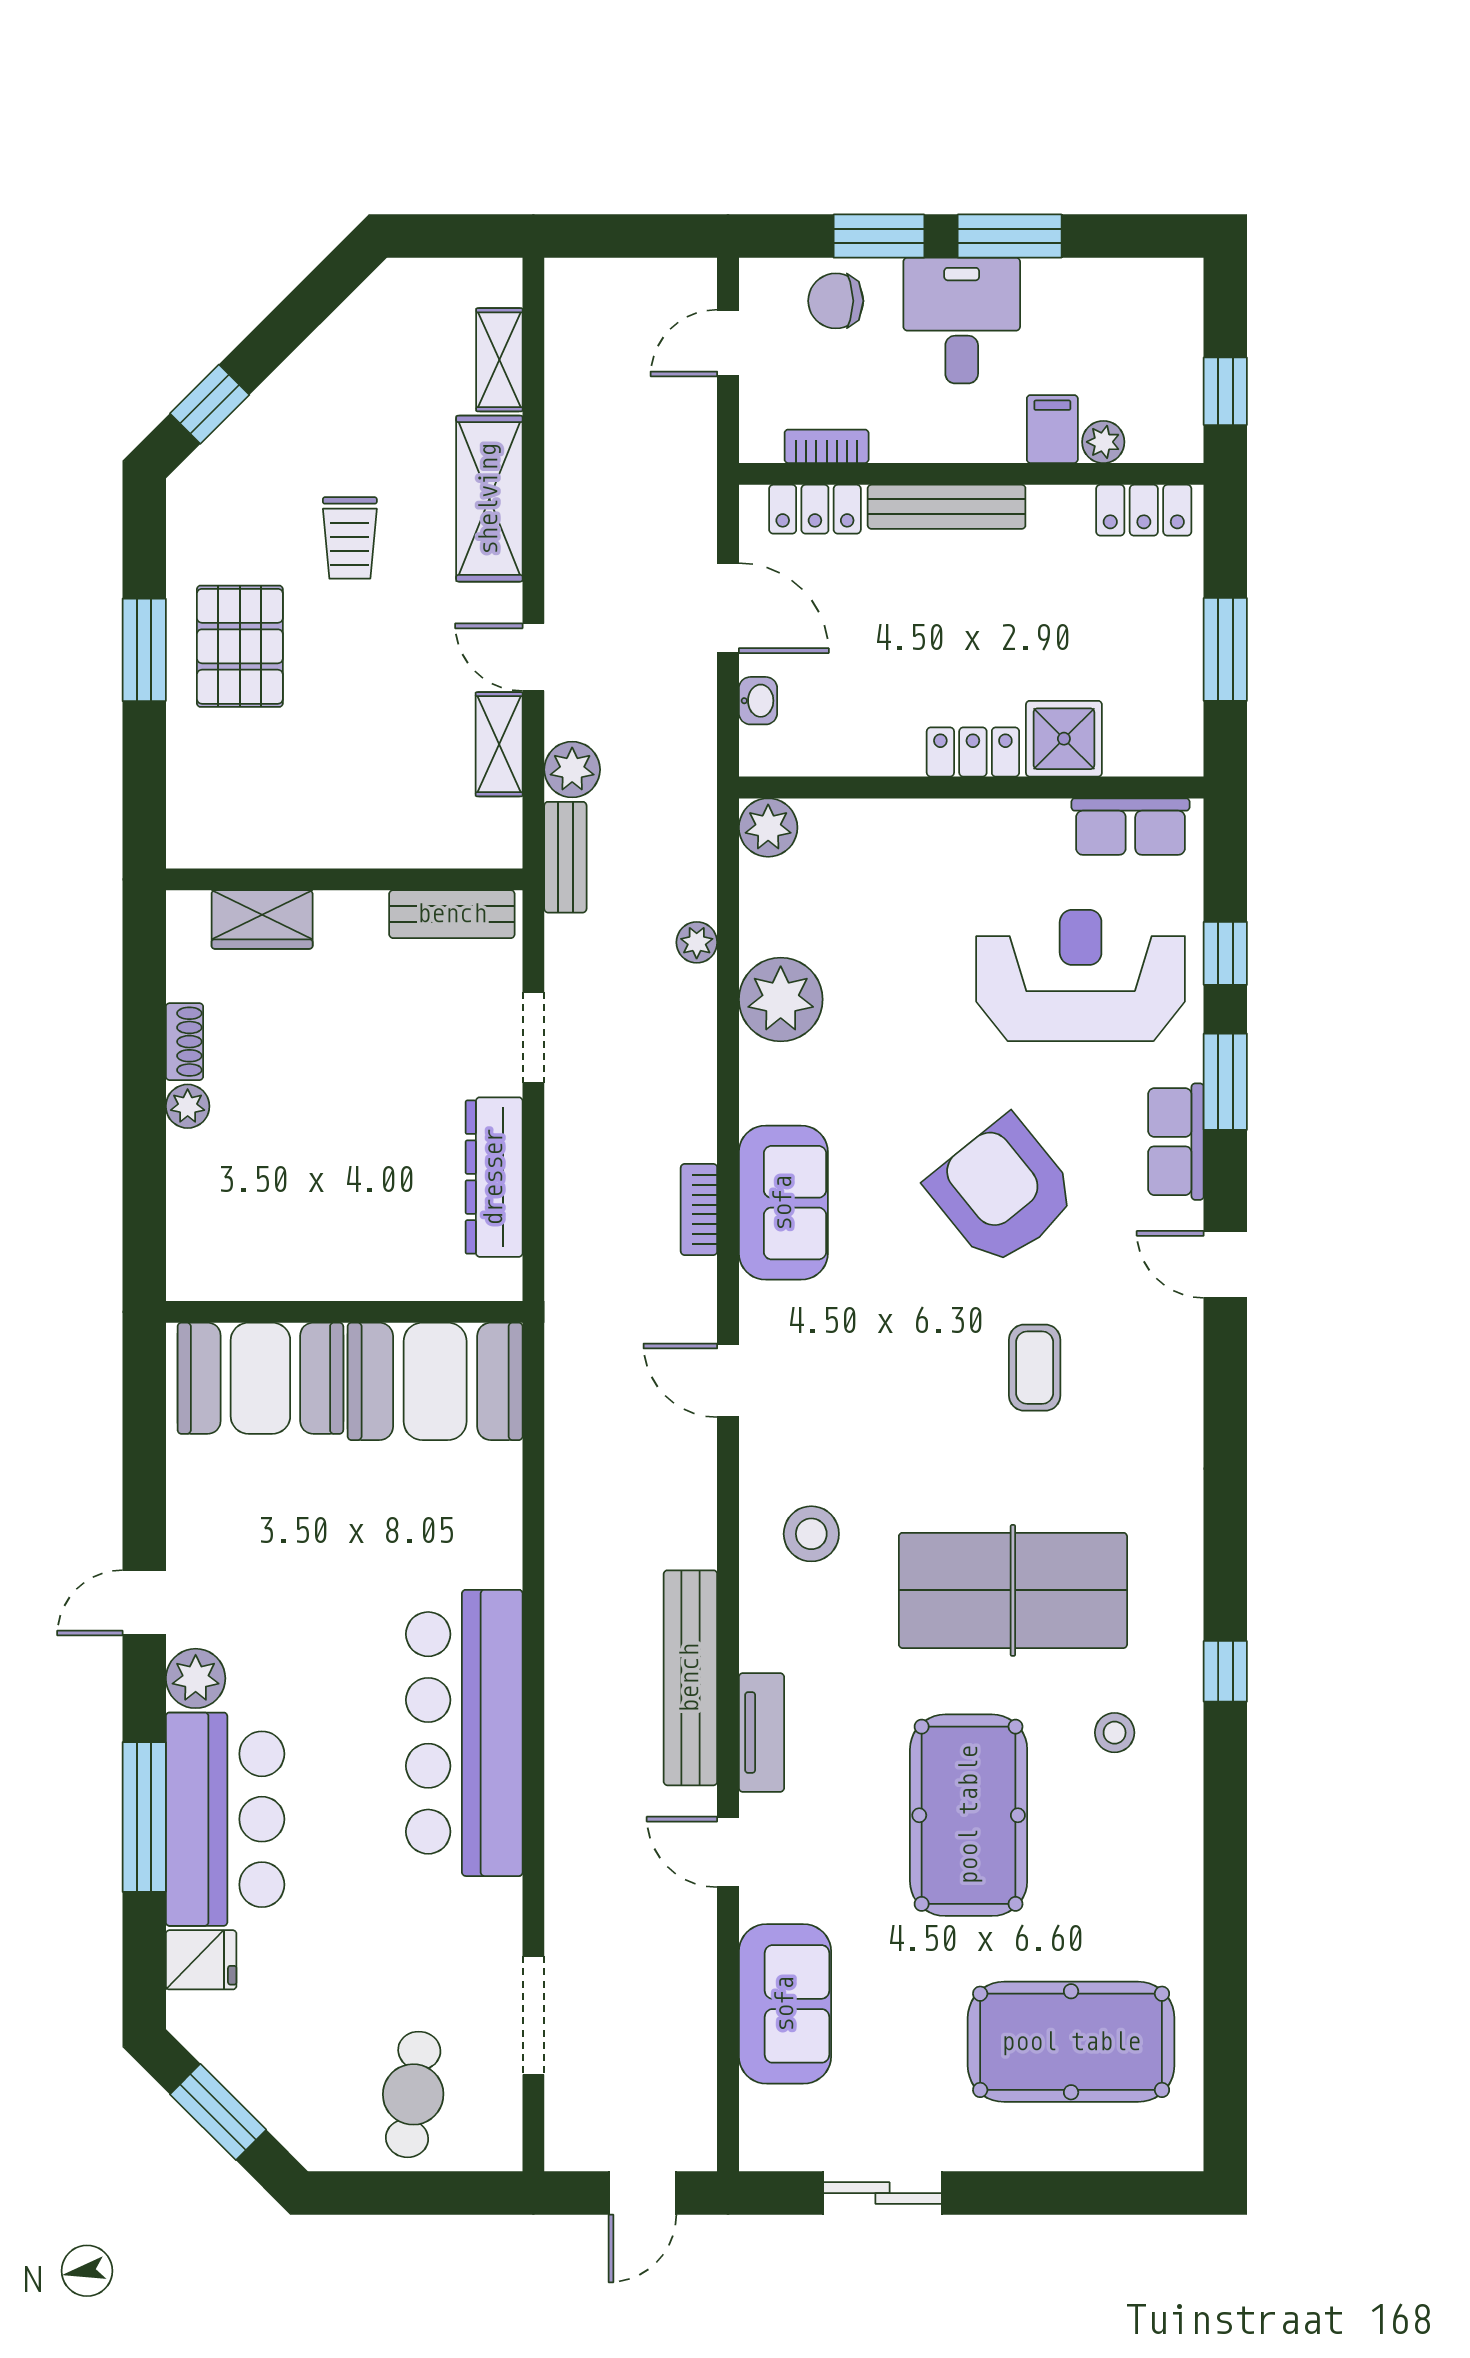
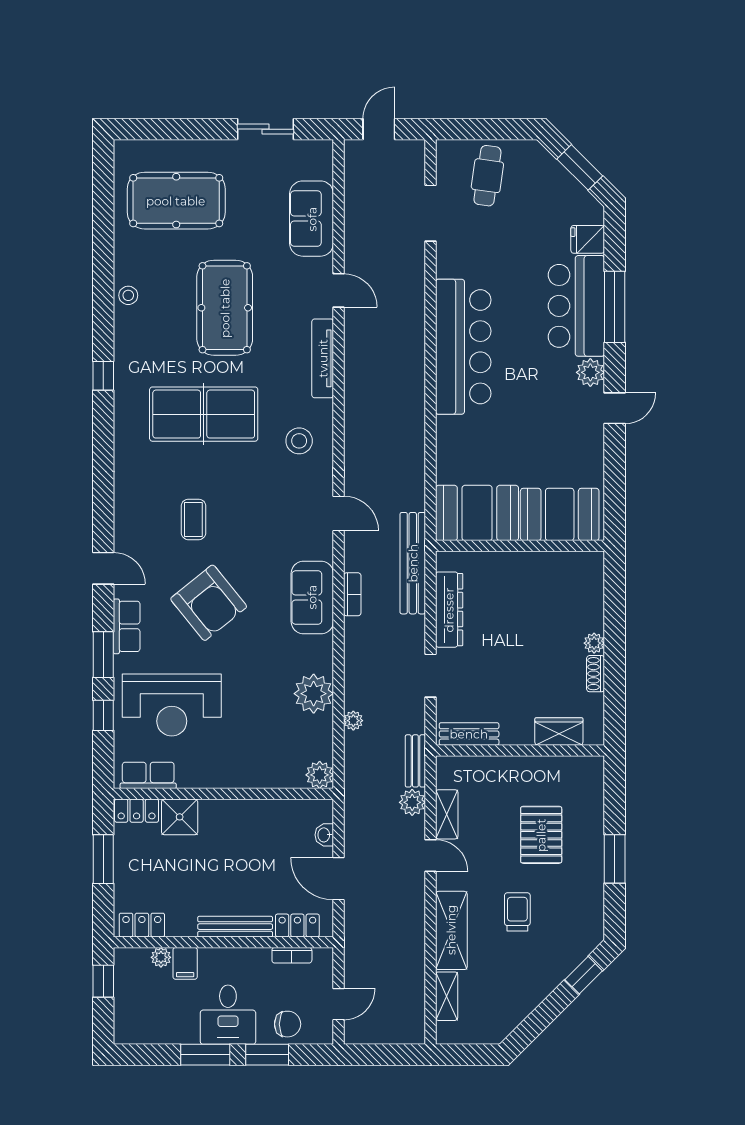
pallet: (240, 646) -> (541, 835), moved
locker: (973, 752) -> (137, 811), moved
bench: (690, 1678) -> (413, 563), moved
tv unit: (761, 1732) -> (323, 358), width x1.41
stool: (1115, 1733) -> (128, 295), moved

